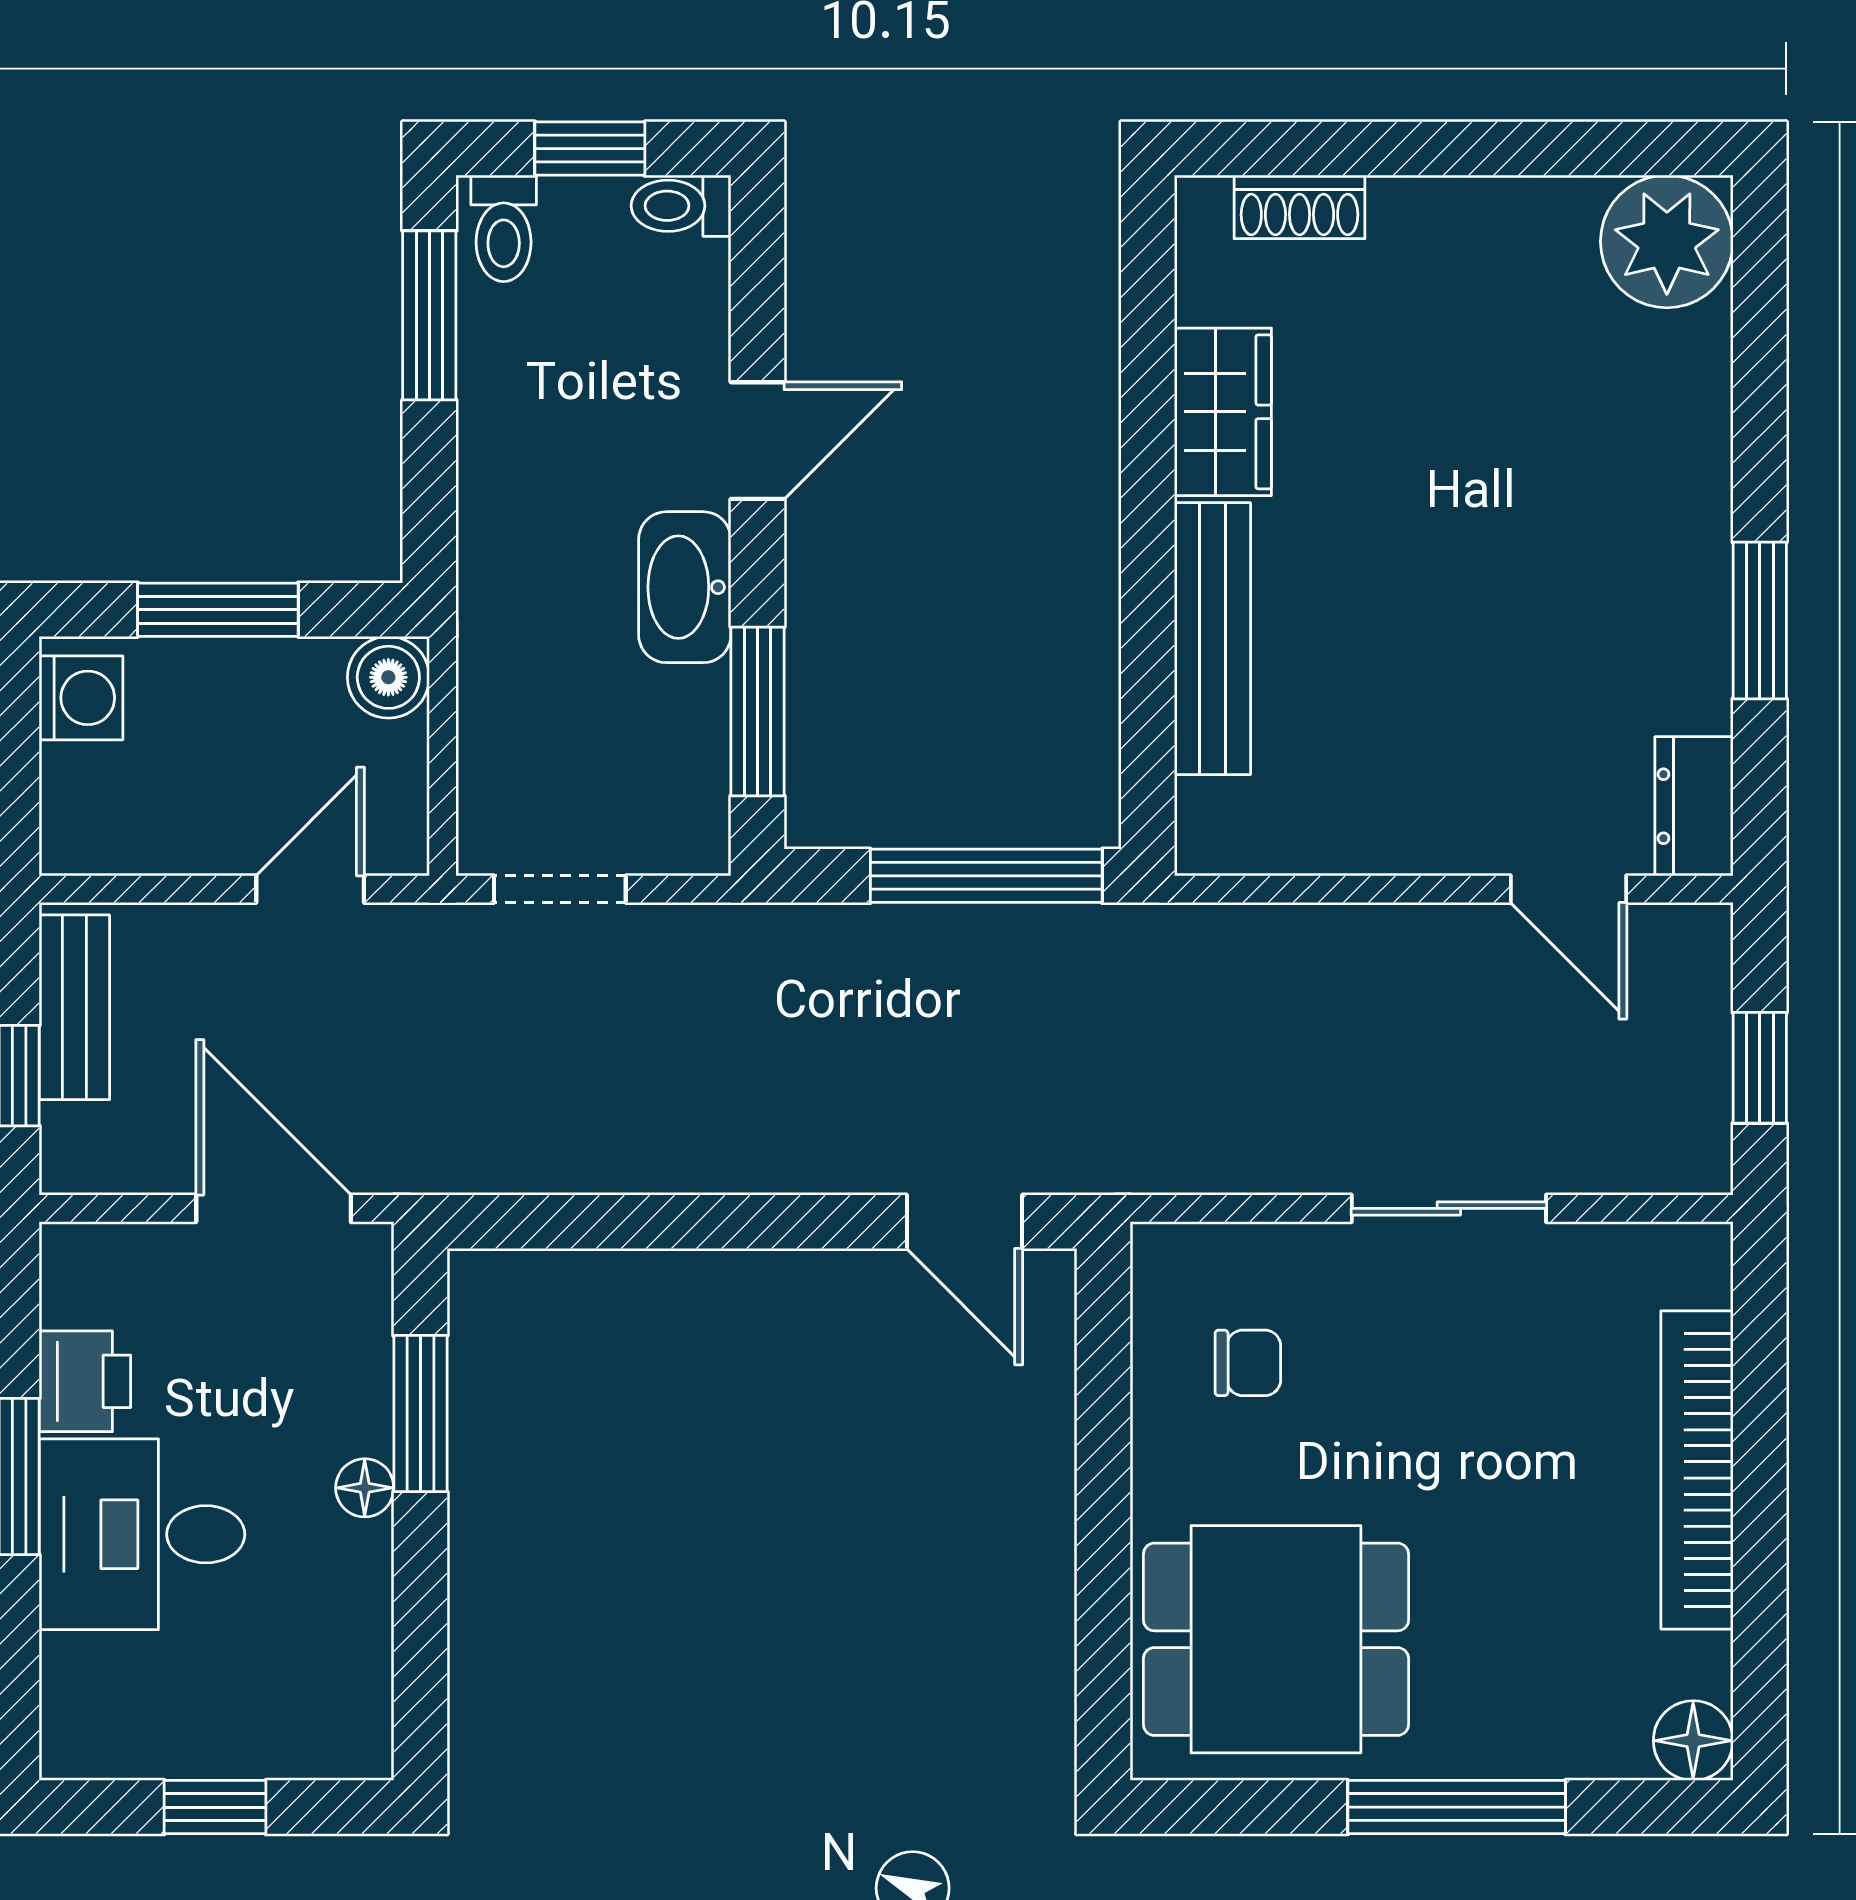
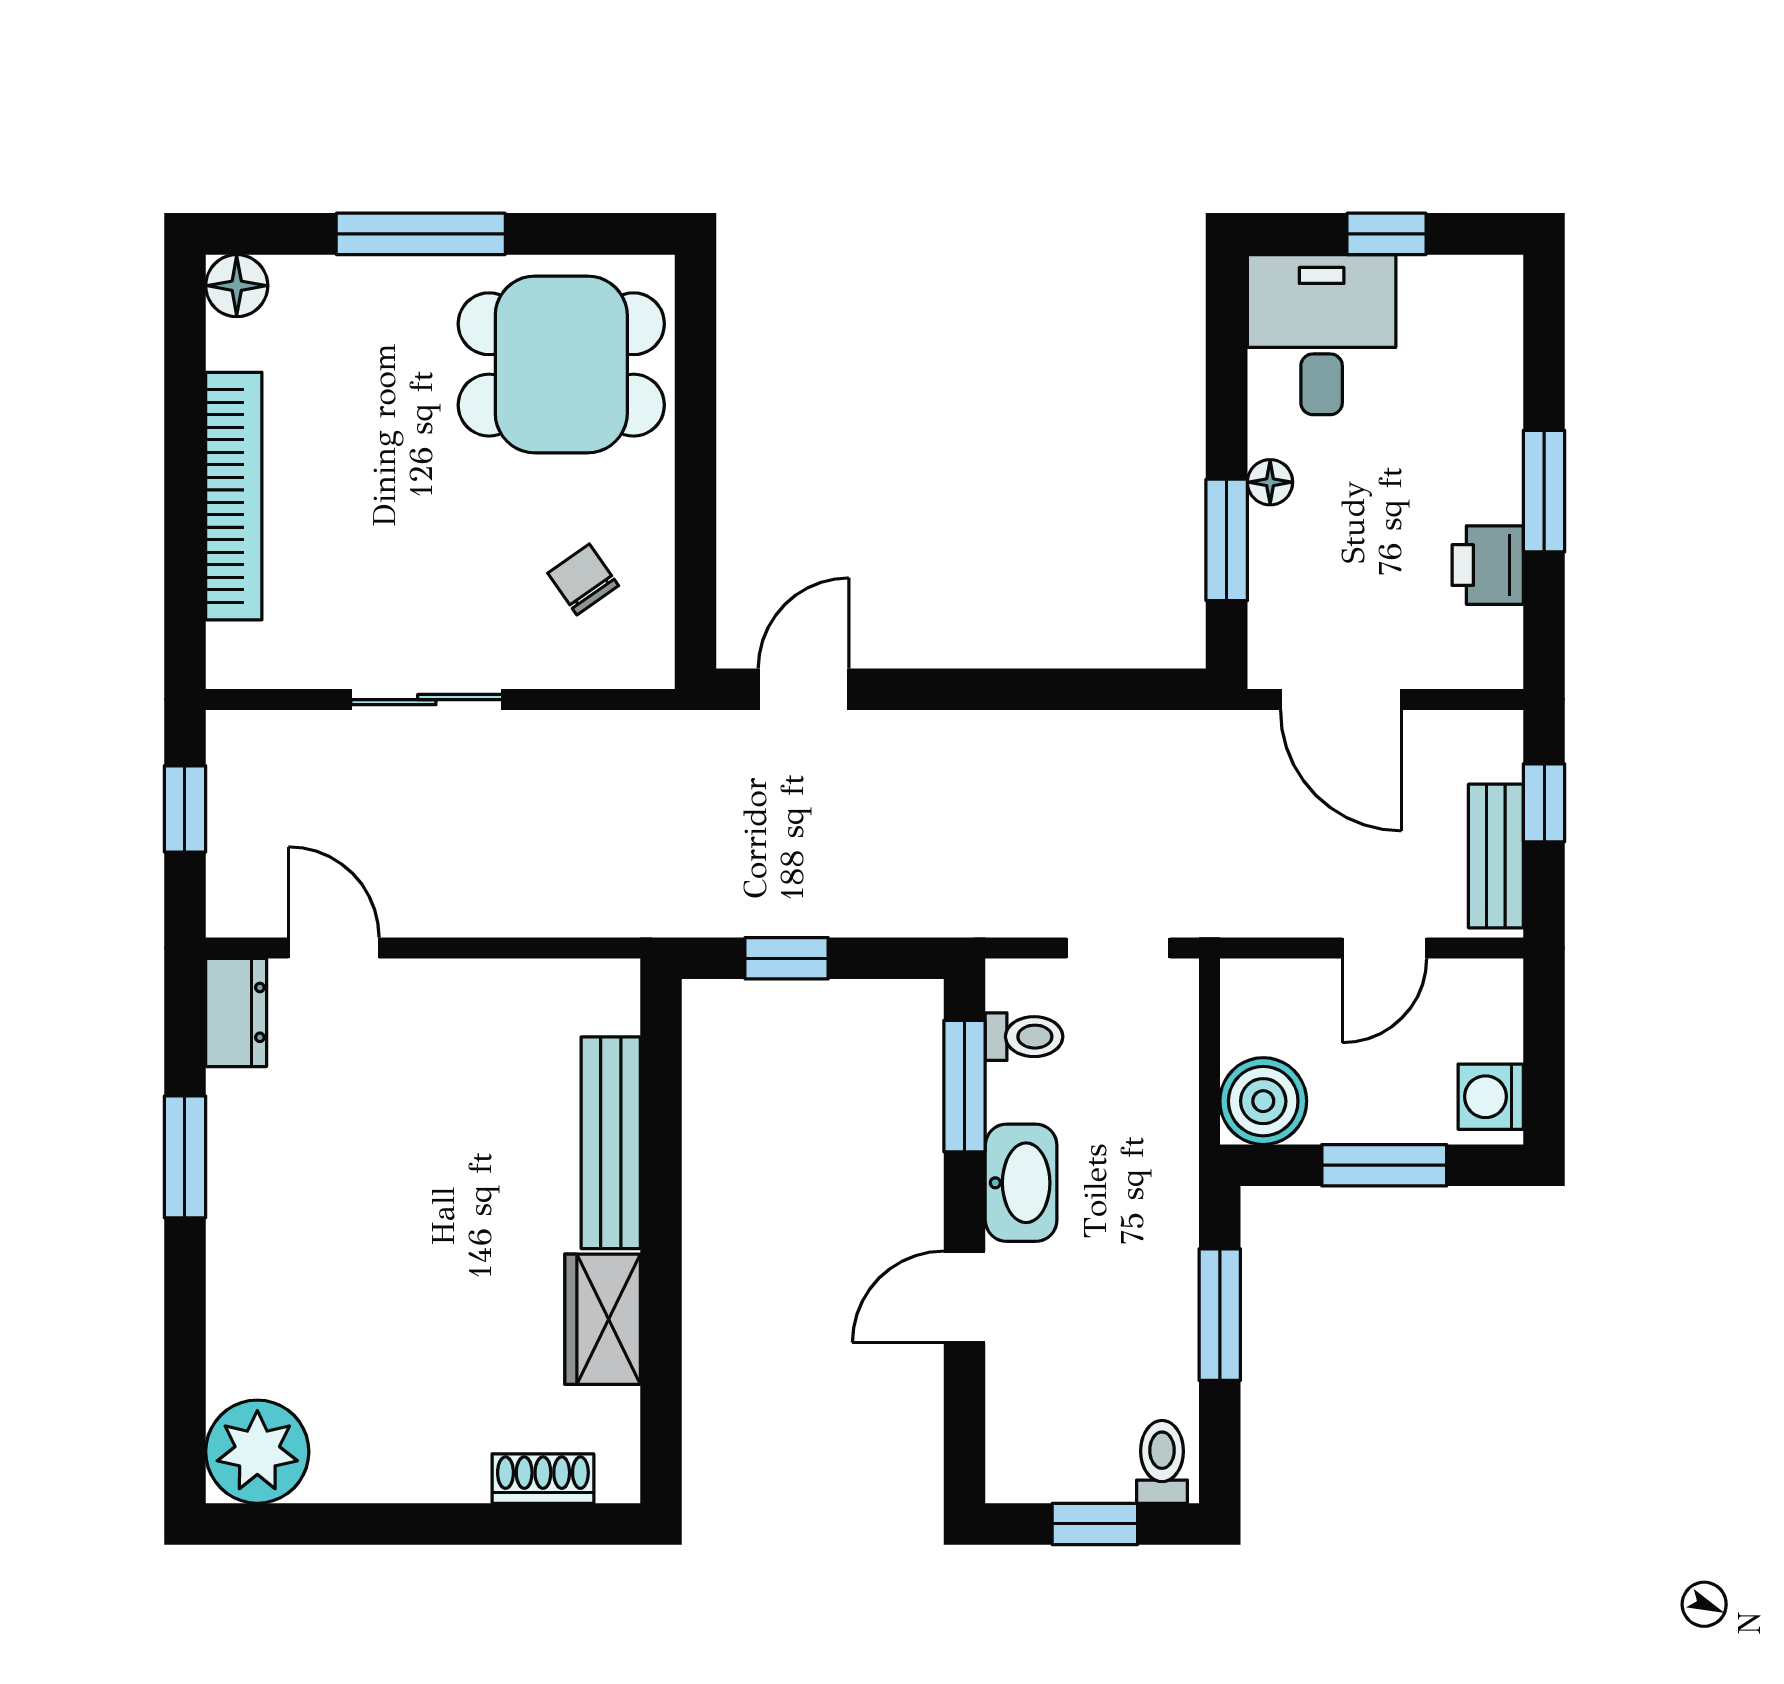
toilet: (681, 206) -> (1024, 1037), moved
window: (429, 315) -> (1220, 1315), moved
boiler: (388, 677) -> (1263, 1101), width x1.36, depth x1.36
window: (986, 876) -> (787, 958), width x0.46
door: (310, 889) -> (1384, 948), moved
door: (965, 1222) -> (804, 689), hinge flipped
chair: (1248, 1363) -> (583, 579), turned 55
desk: (142, 1534) -> (1322, 335), moved, turned -90

